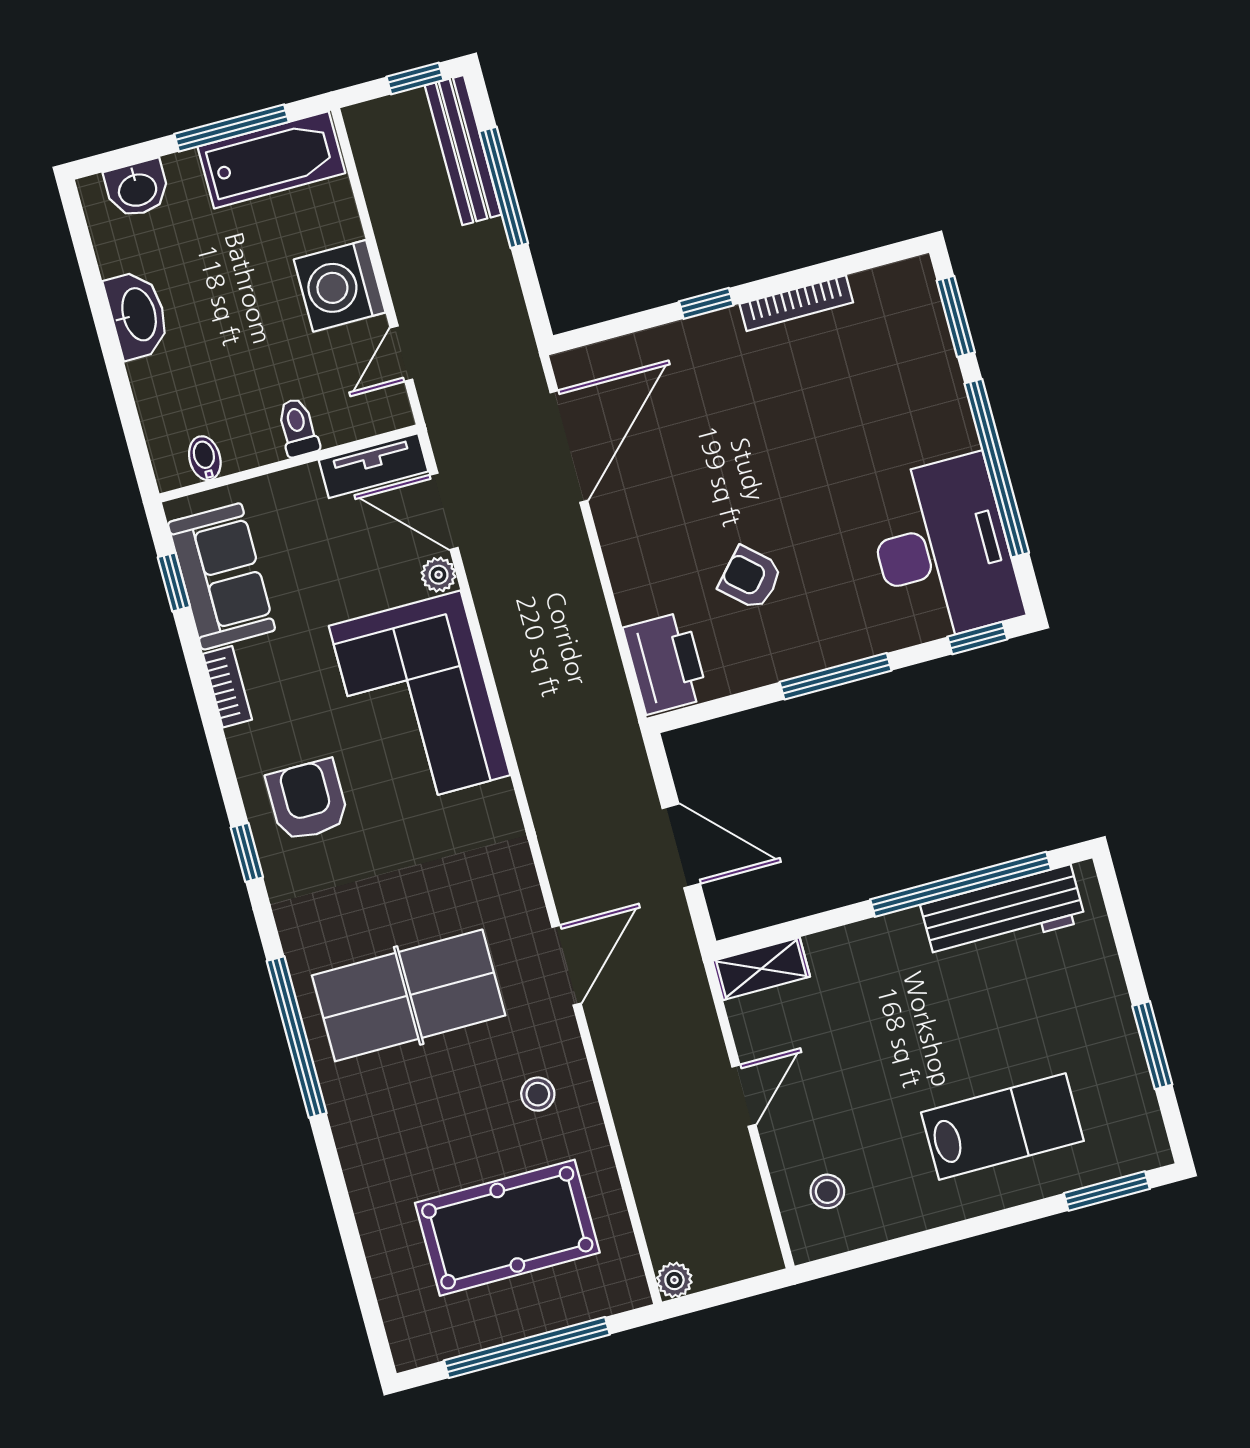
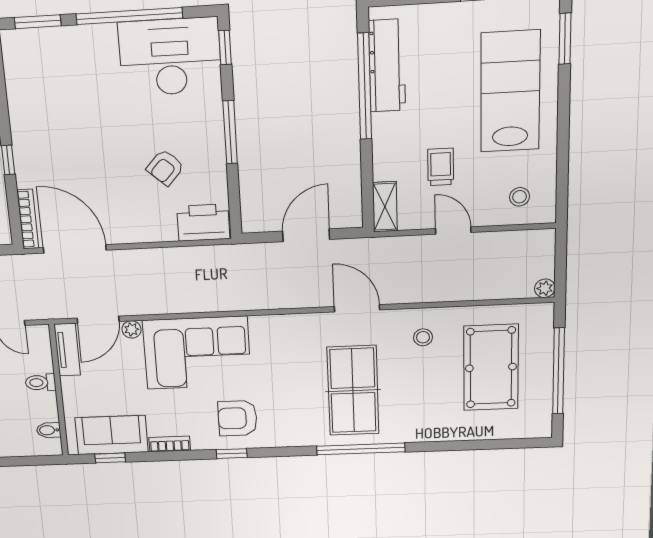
bookcase: (796, 303) -> (28, 219), moved
window: (247, 852) -> (232, 454), moved
trolley: (851, 1045) -> (441, 167), added
lab bench: (1002, 1127) -> (510, 91), width x1.36, depth x1.39

